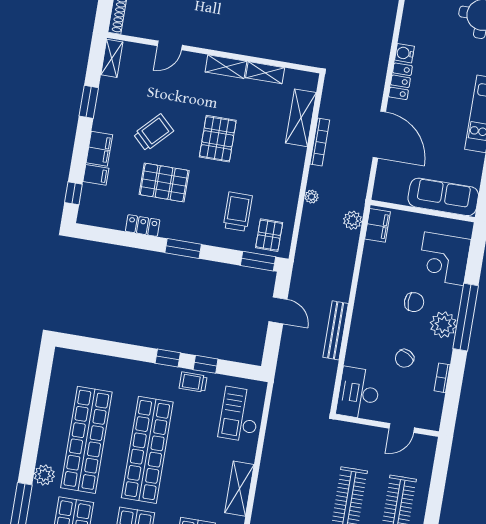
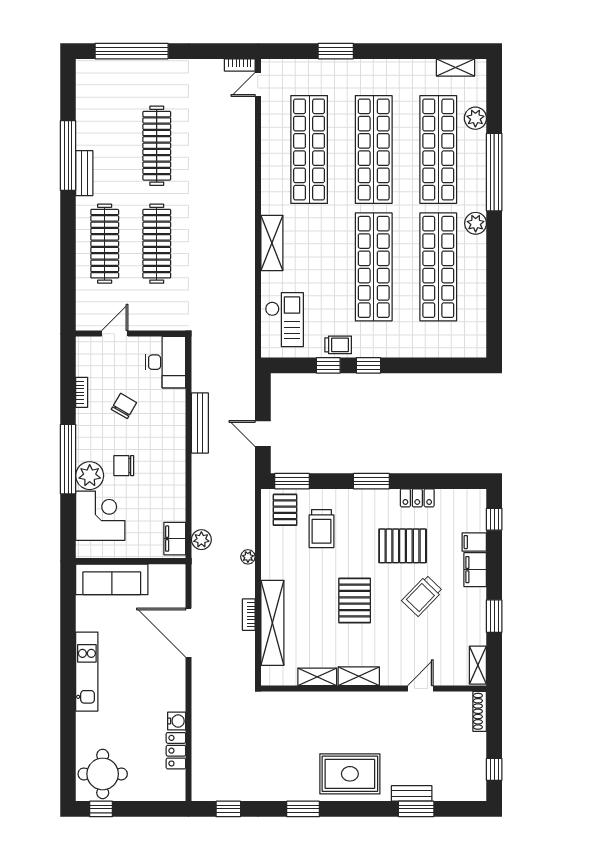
locker: (400, 81) -> (176, 751), moved
shelving: (301, 118) -> (272, 623), width x1.47
bookcase: (320, 142) -> (249, 615), width x0.64
plant: (443, 325) -> (90, 476), moved

